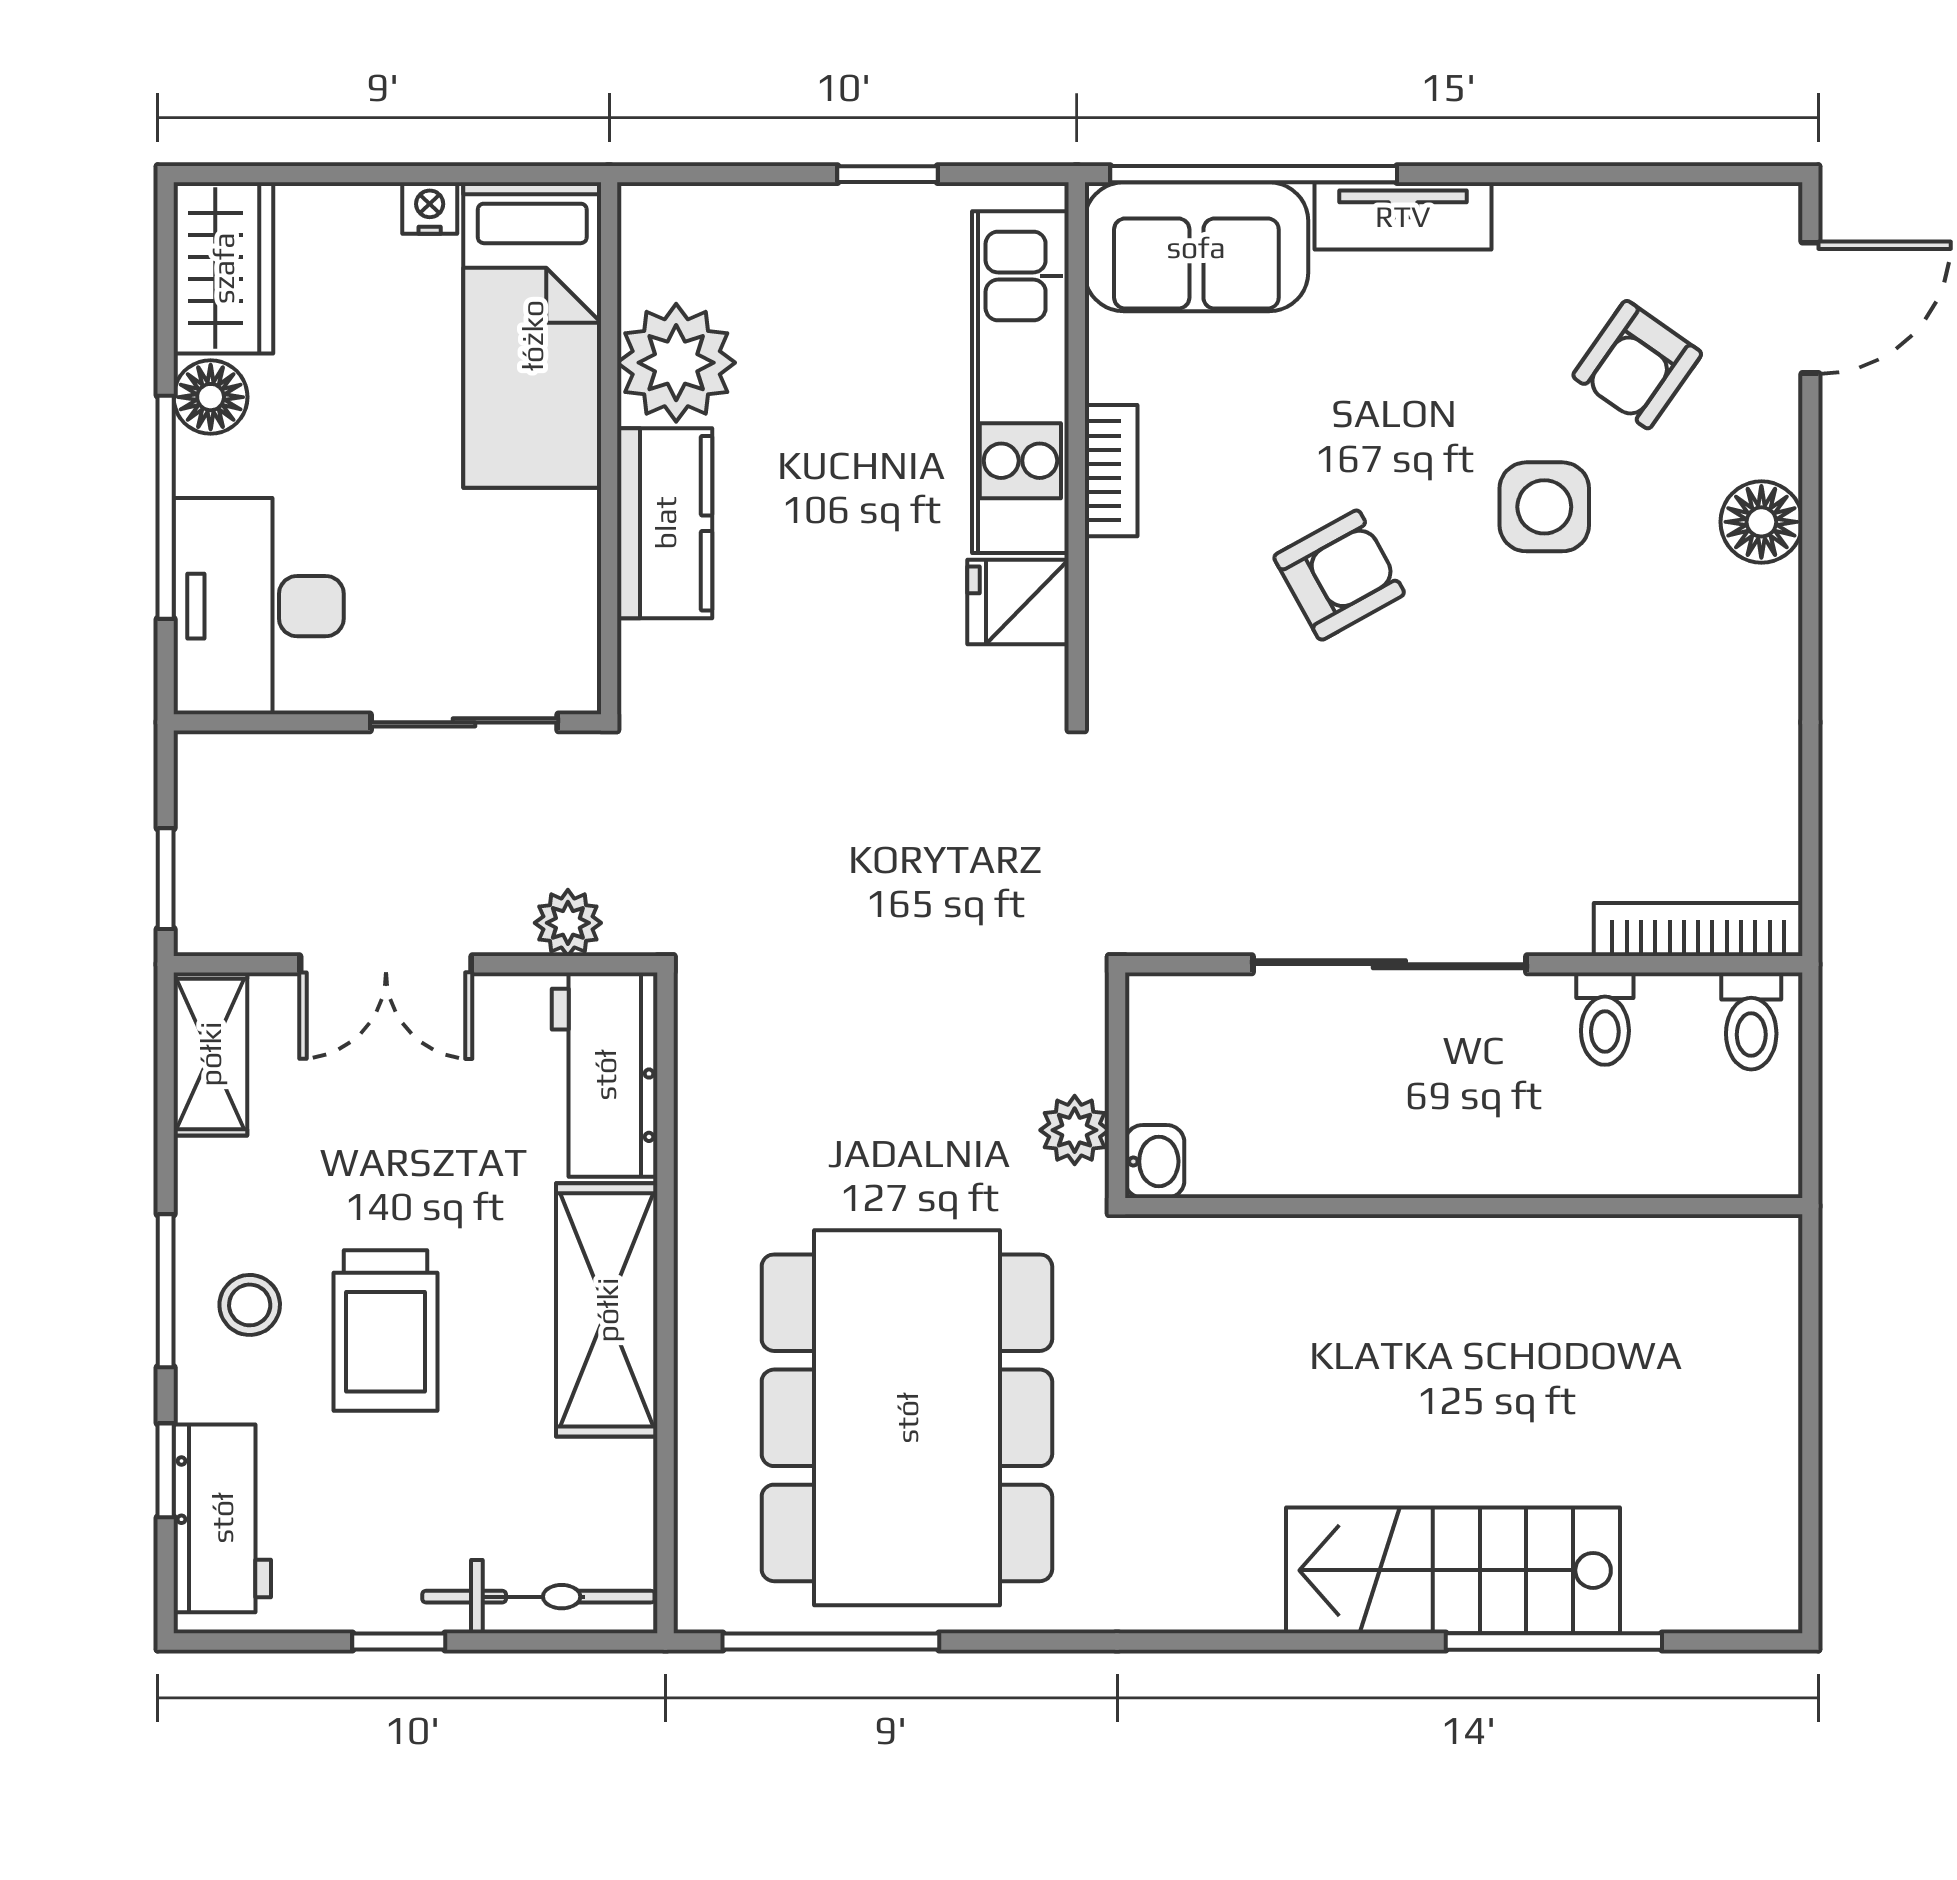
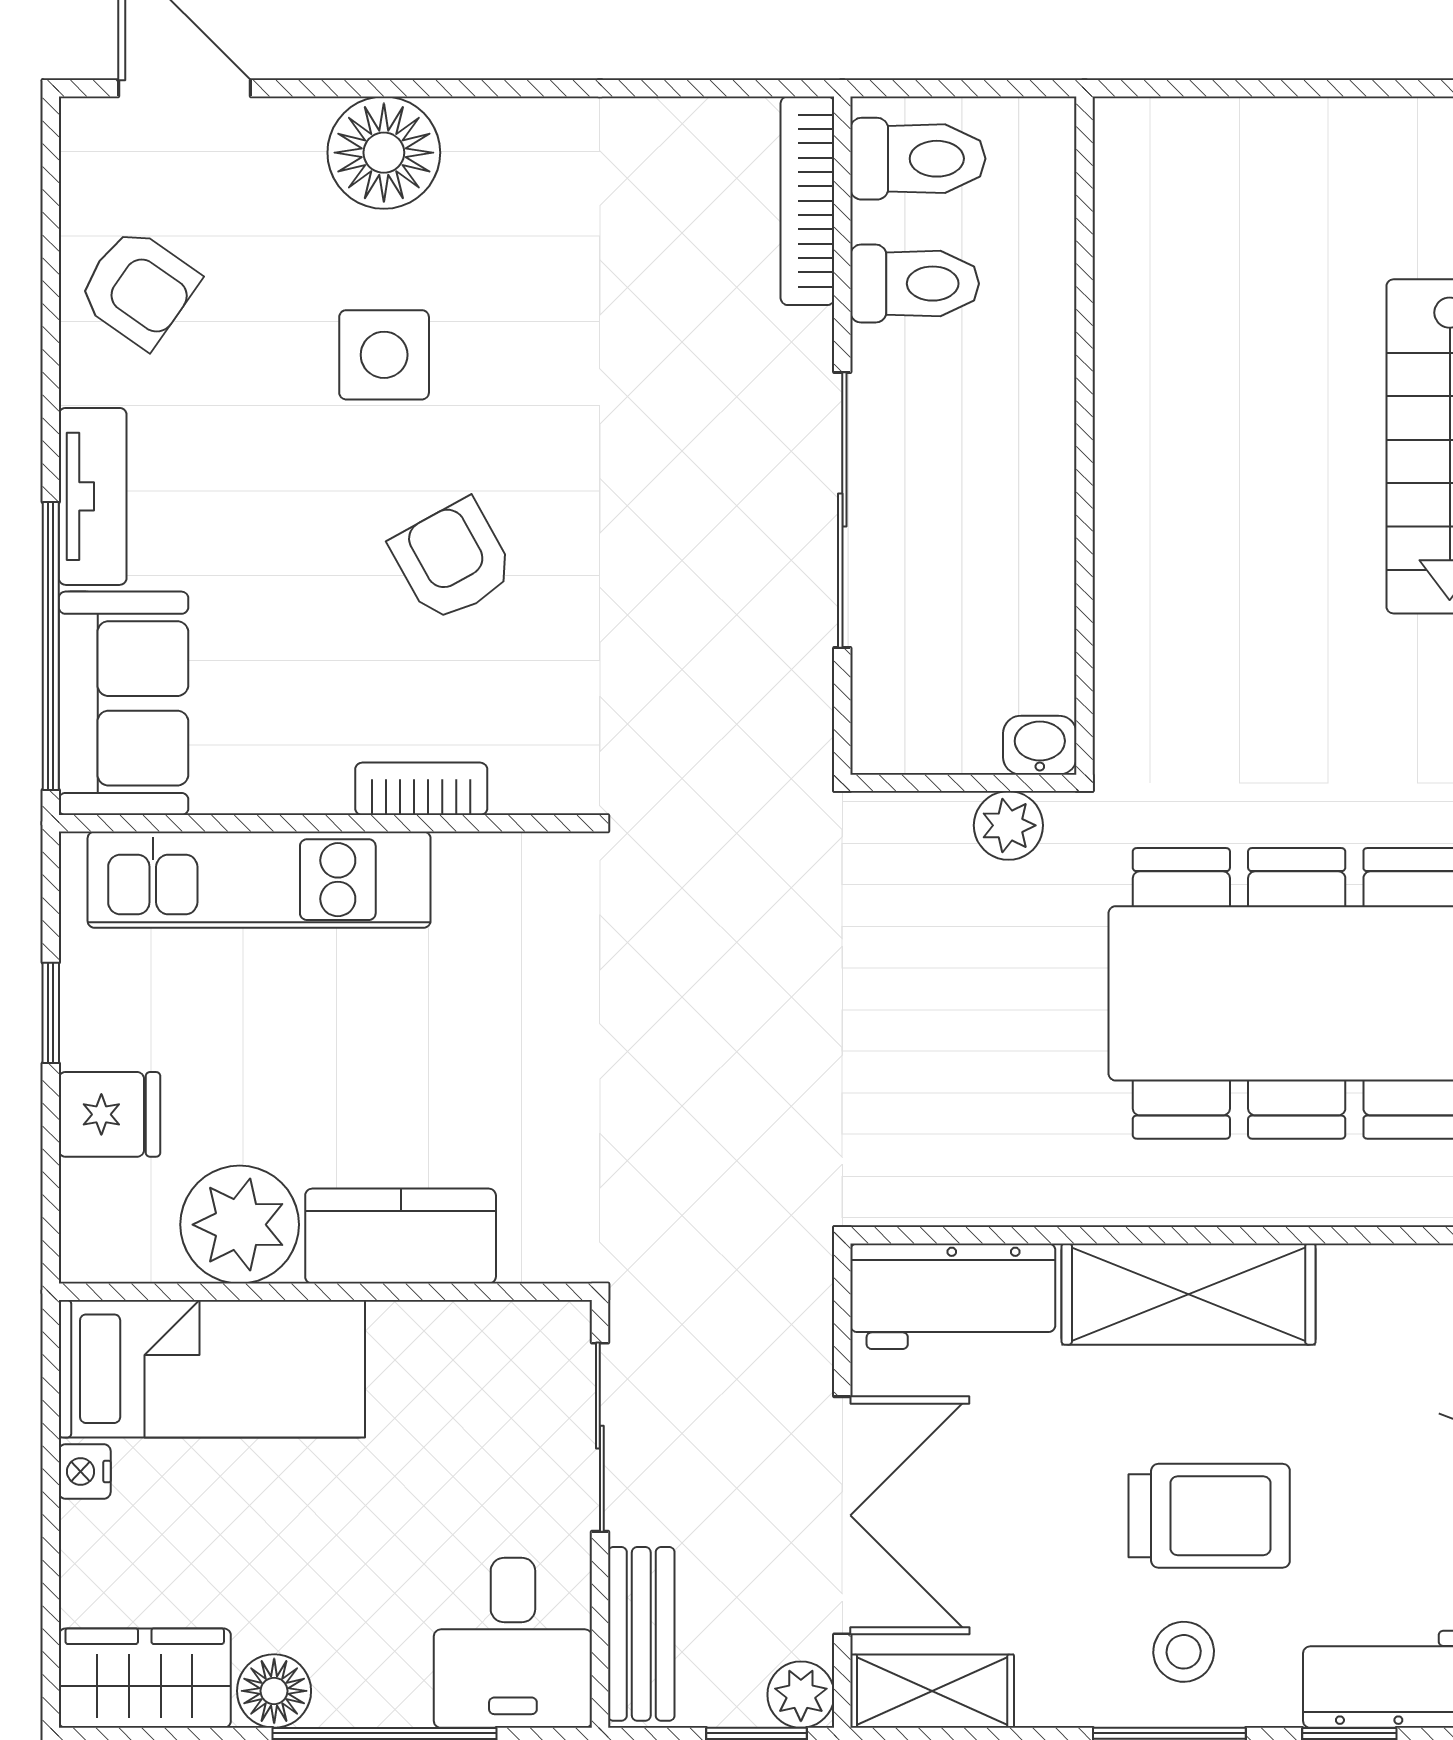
armchair: (1637, 365) -> (138, 288), moved
bookcase: (1111, 471) -> (421, 789), moved
floor lamp: (1761, 522) -> (384, 153), width x1.38, depth x1.38
fridge: (1018, 602) -> (109, 1114), moved, turned -90
desk: (259, 606) -> (513, 1643), width x0.73
bench: (268, 764) -> (641, 1634), added
plant: (568, 923) -> (801, 1695), moved
double door: (386, 964) -> (842, 1515), width x1.37
toilet: (1605, 1019) -> (915, 284), width x1.37, depth x1.39
toilet: (1751, 1021) -> (918, 159), width x1.37, depth x1.39

